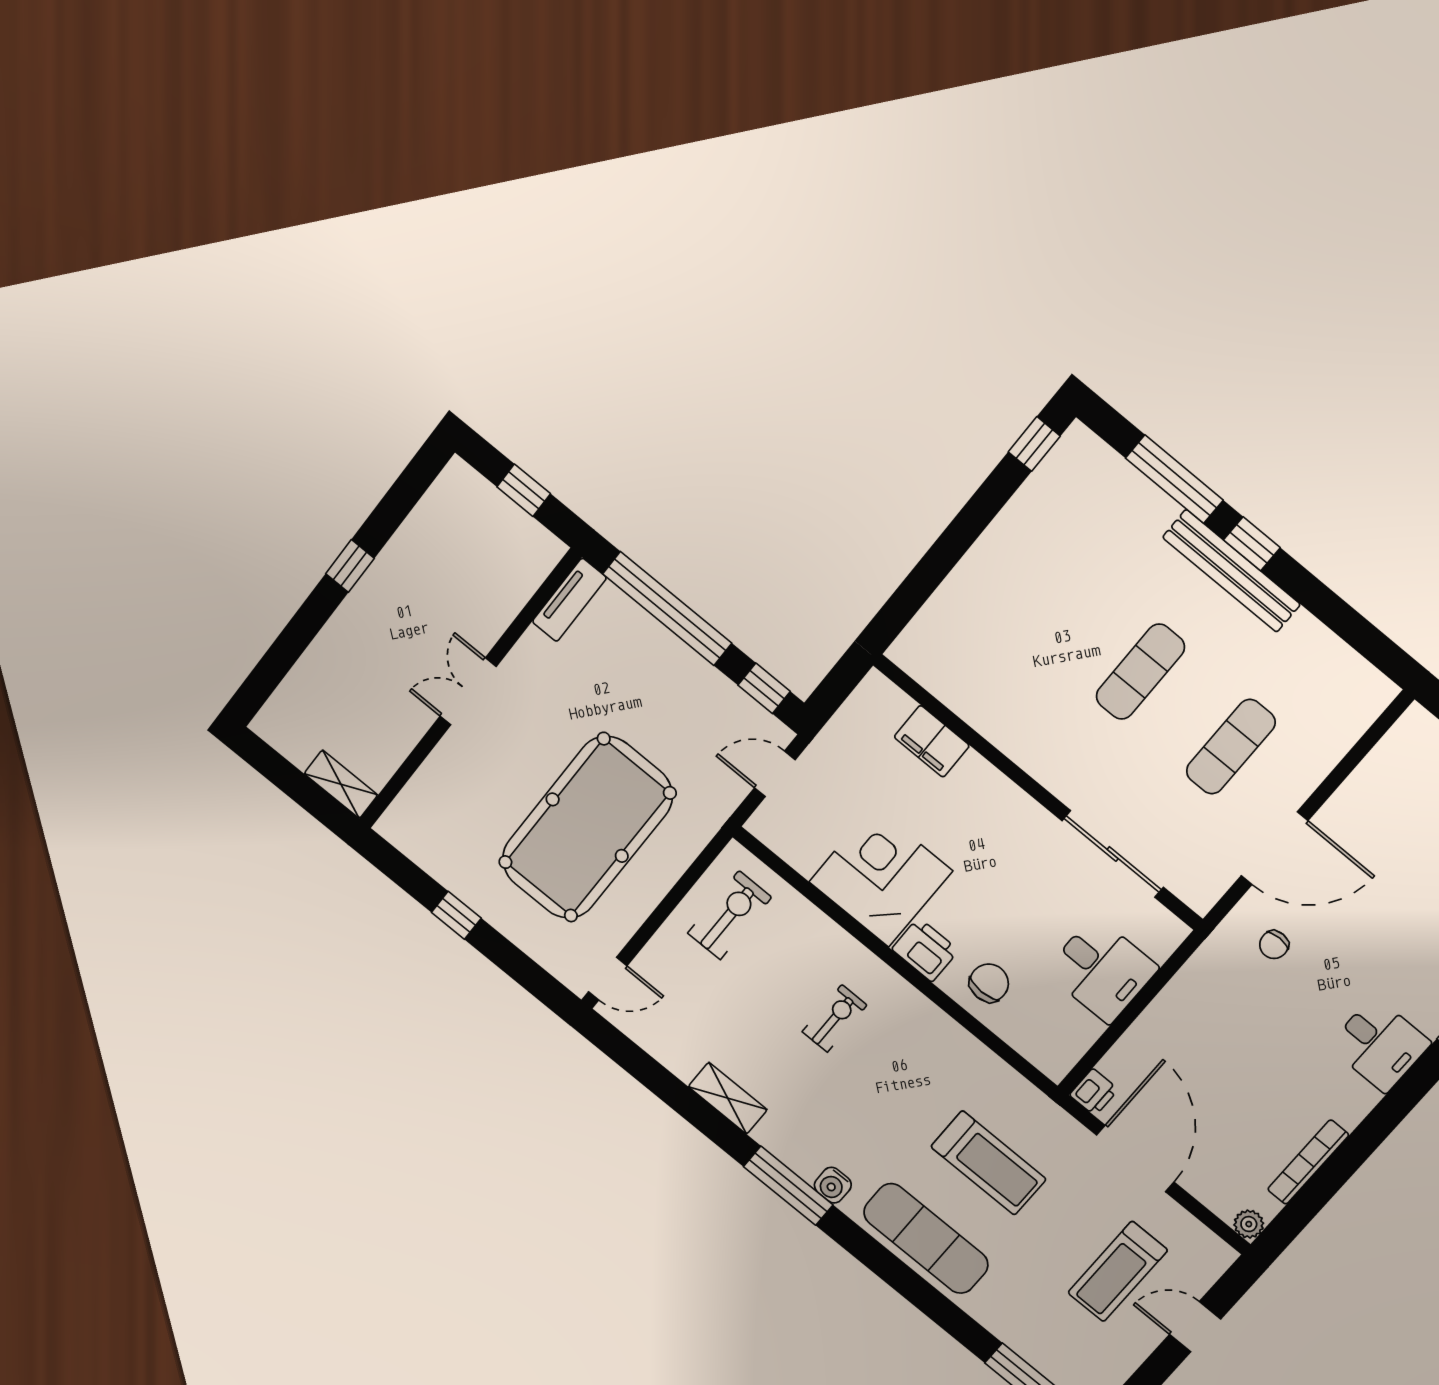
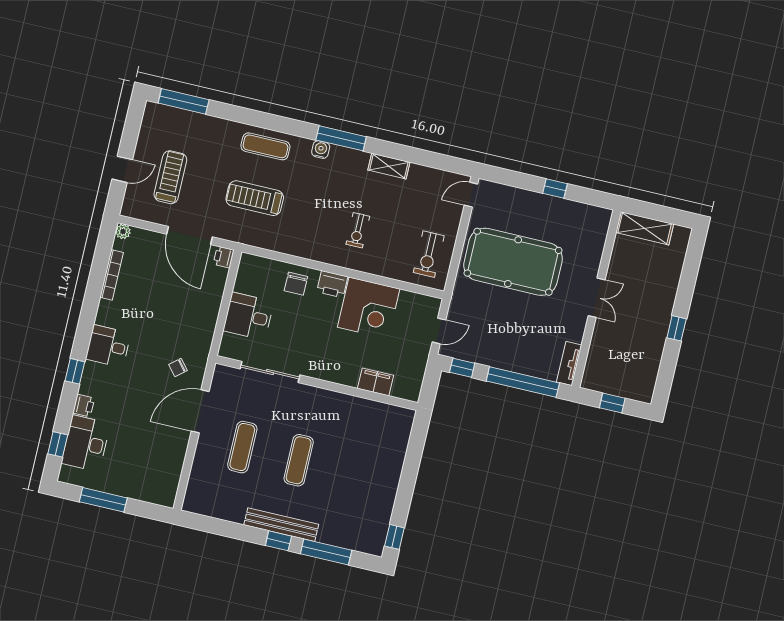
shelving: (341, 784) -> (645, 228), width x1.50, depth x1.33
pool table: (587, 828) -> (513, 262), turned 90
chair: (1274, 945) -> (178, 367), turned -130
exercise mat: (926, 1238) -> (265, 146), width x0.73, depth x0.69

